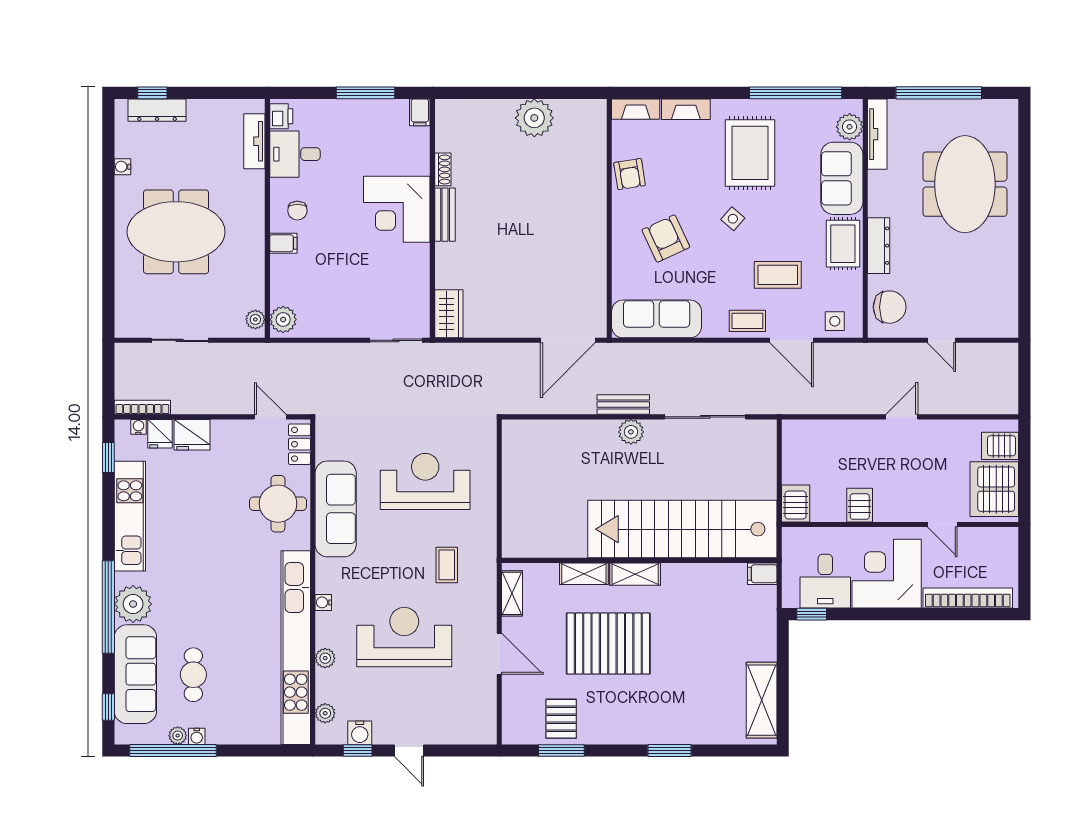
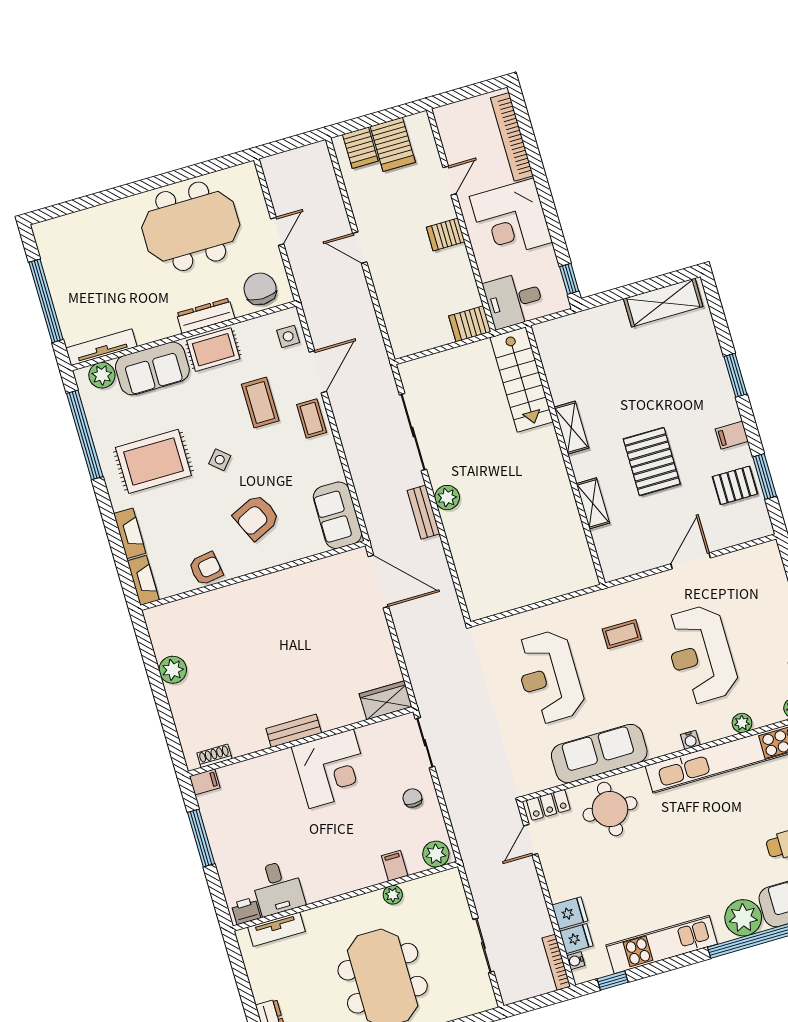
plant: (534, 118) -> (173, 670), width x0.73, depth x0.73
shoe rack: (443, 169) -> (214, 756), moved
meeting table: (965, 184) -> (191, 226), moved
corner desk: (397, 209) -> (331, 769), moved
chair: (297, 211) -> (412, 798), moved, turned -90
filing cabinet: (283, 243) -> (395, 866), moved
plant: (255, 319) -> (393, 895), moved
sofa: (657, 319) -> (338, 515), width x0.73
fridge: (192, 435) -> (570, 913), width x0.72
server rack: (994, 489) -> (393, 144), width x0.62
server rack: (860, 505) -> (446, 234), moved
stairs: (682, 529) -> (522, 380), width x0.54, depth x0.66
shelving: (635, 574) -> (571, 428), moved
filing cabinet: (762, 574) -> (732, 435), moved, turned 90
desk: (825, 581) -> (514, 300), moved, turned 180
shelving: (512, 593) -> (631, 565), removed
pallet: (608, 644) -> (652, 462), width x0.73, depth x0.71

